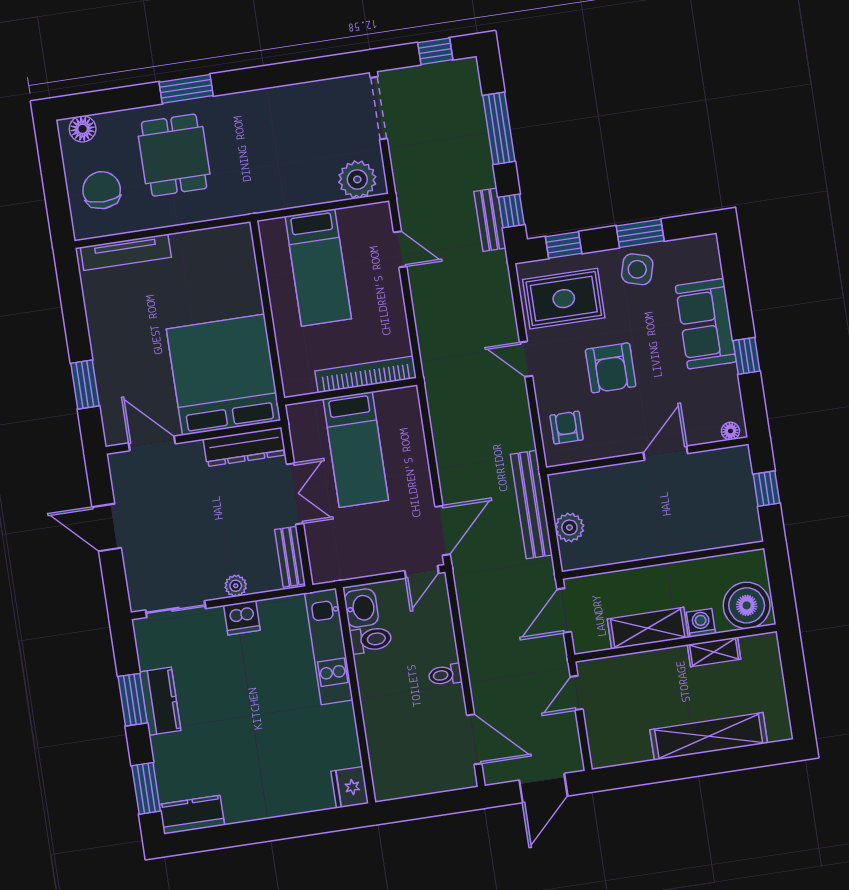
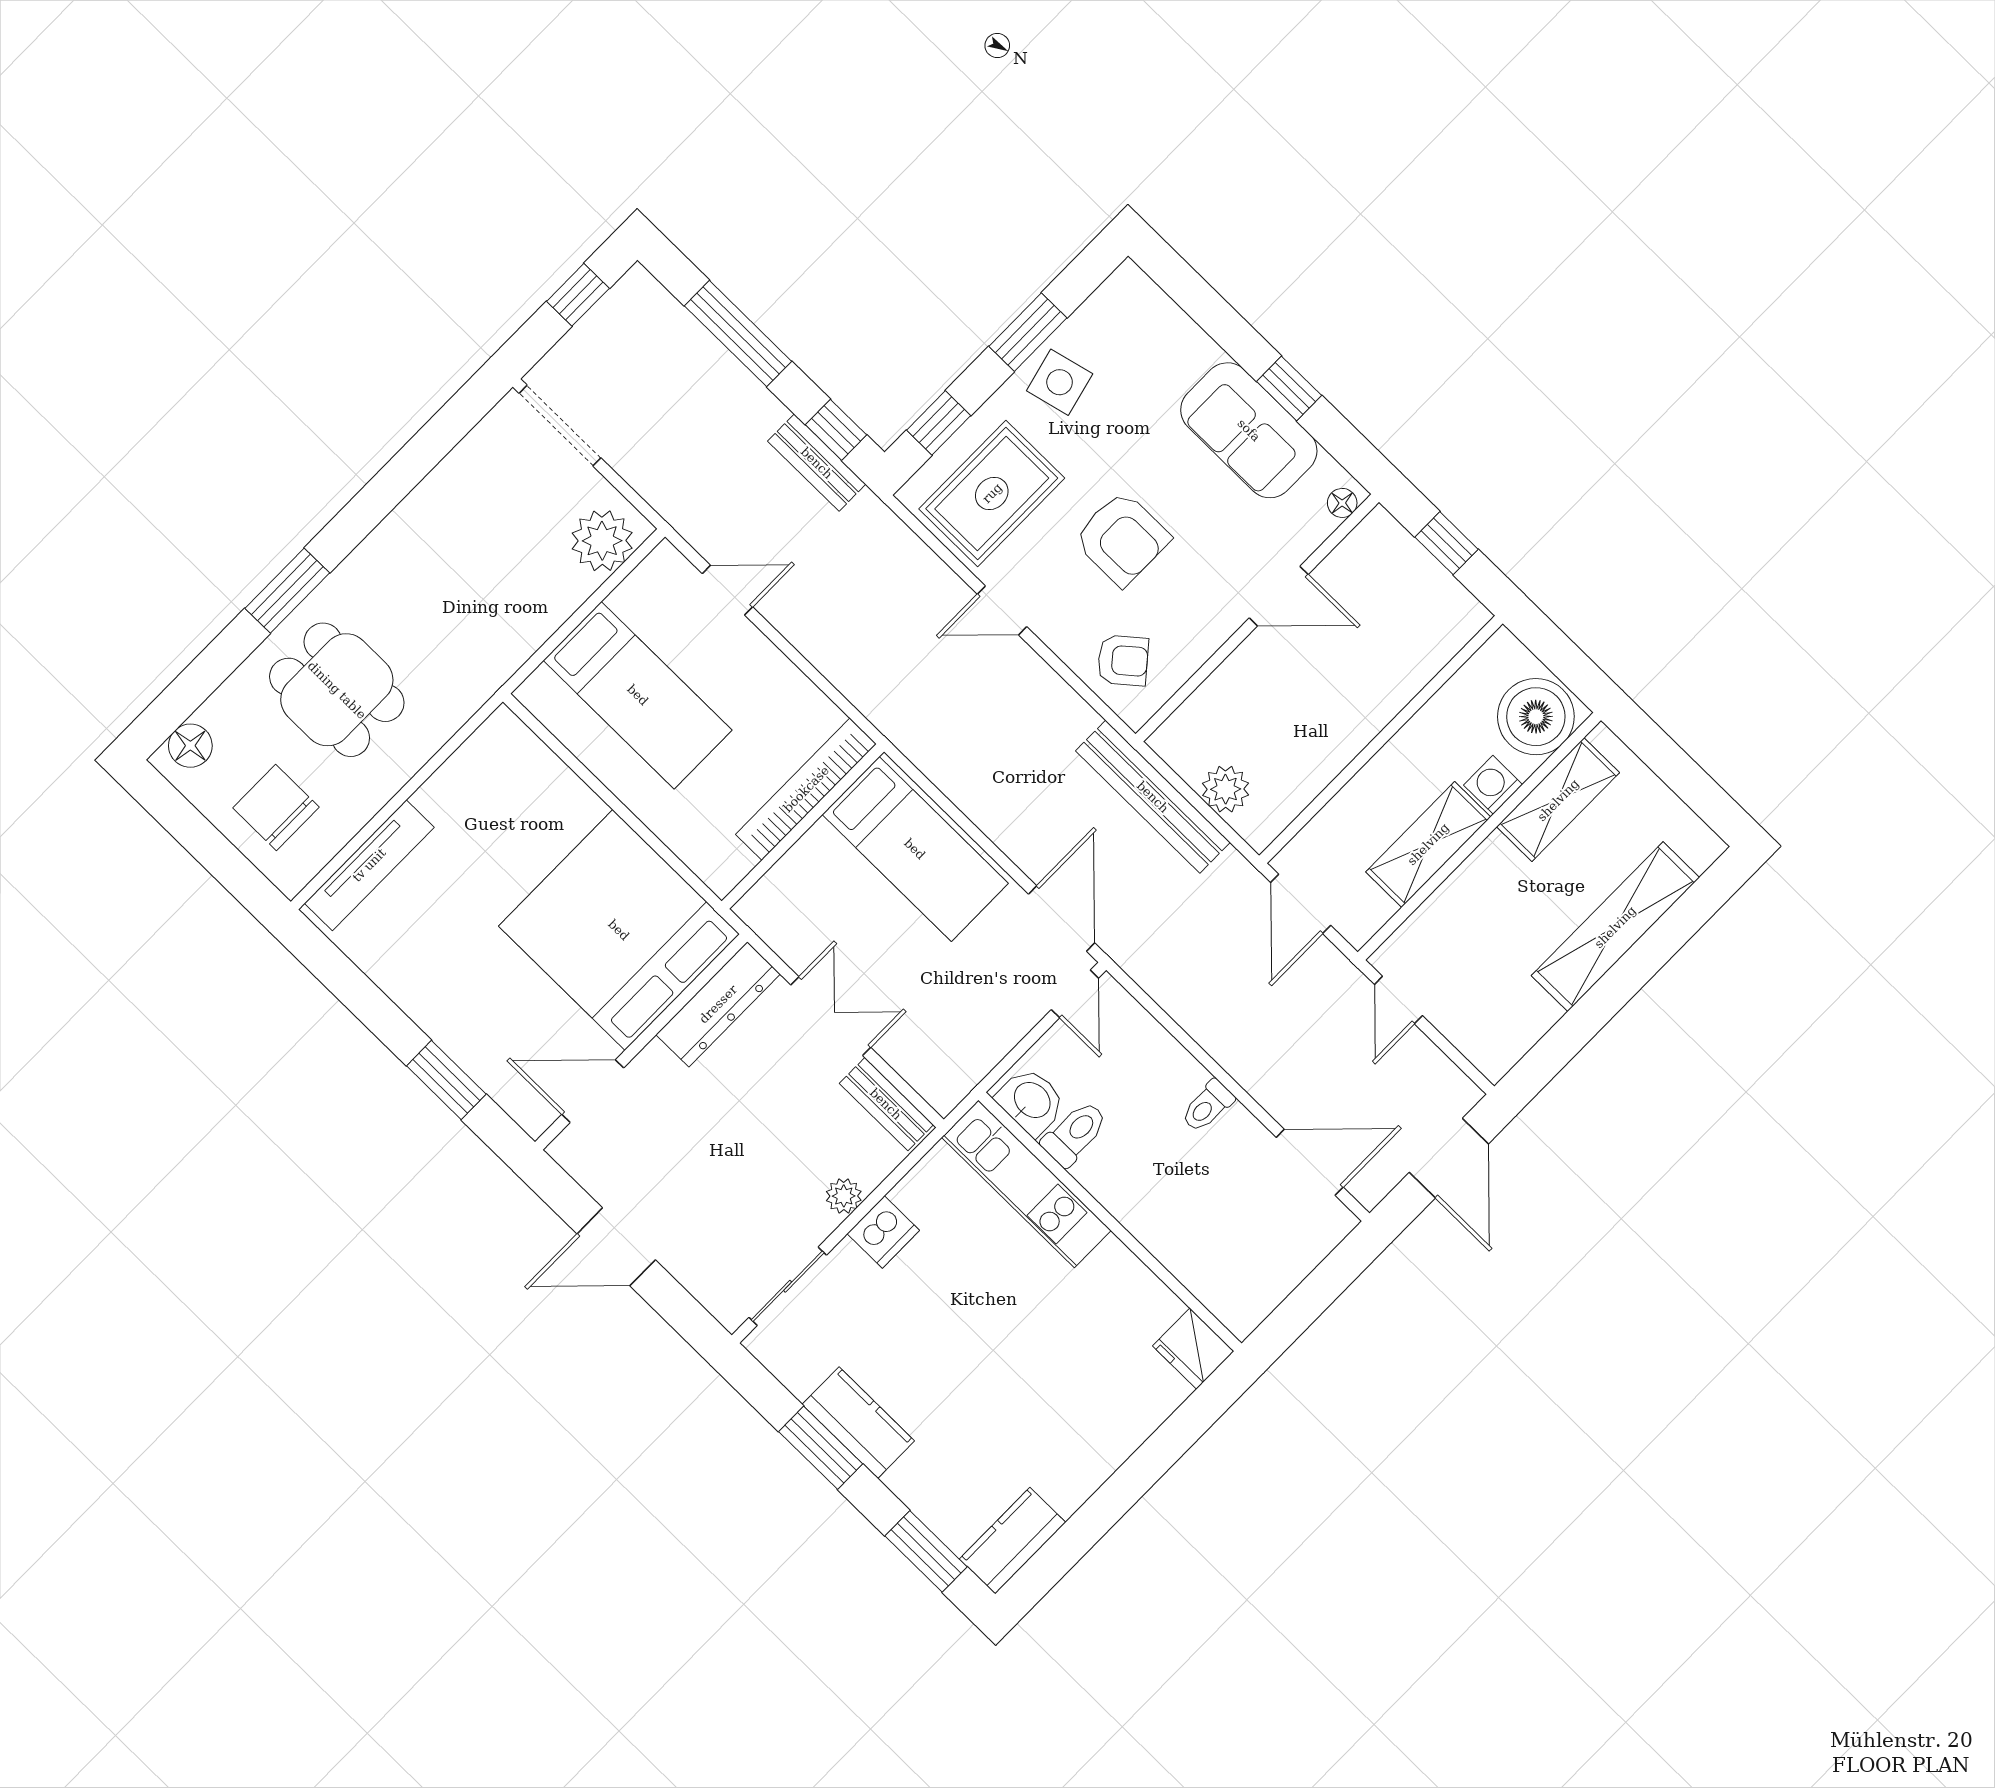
side table: (637, 269) -> (1060, 382), turned -30
sofa: (706, 324) -> (1249, 430), moved
armchair: (567, 427) -> (1123, 660), turned 140
bed: (356, 450) -> (915, 849), moved
door: (666, 453) -> (1279, 596), swing flipped
shelving: (714, 652) -> (1558, 800), width x1.50, depth x1.33

